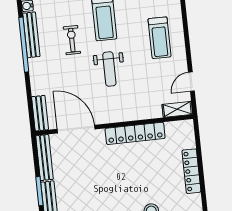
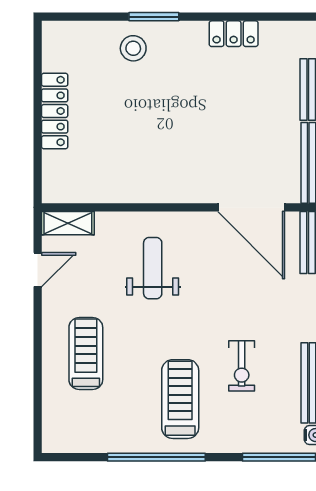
weight bench: (109, 69) -> (153, 268), moved
locker: (135, 133) -> (147, 189), removed

